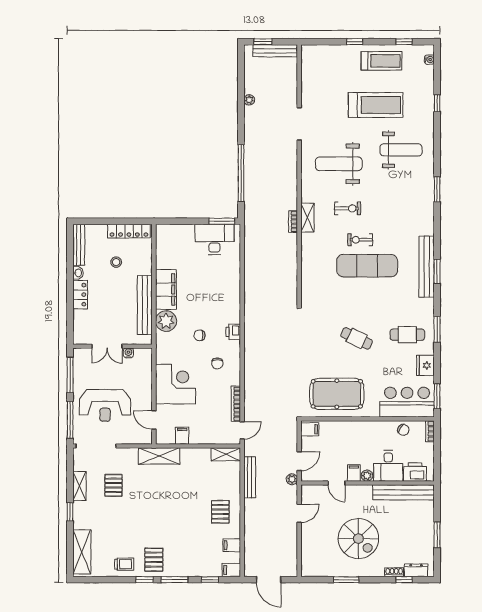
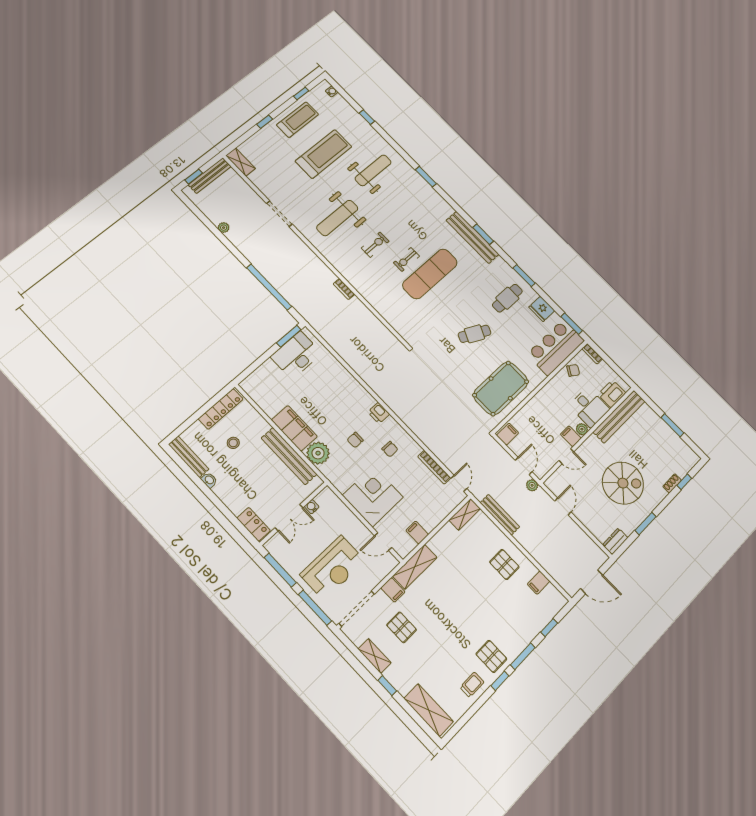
shelving: (307, 218) -> (241, 162), moved
locker: (80, 295) -> (254, 524), moved
filing cabinet: (231, 570) -> (393, 590), moved, turned -90
dresser: (416, 570) -> (615, 541), moved

